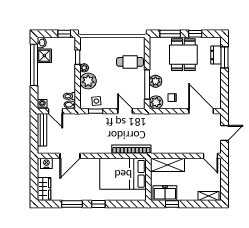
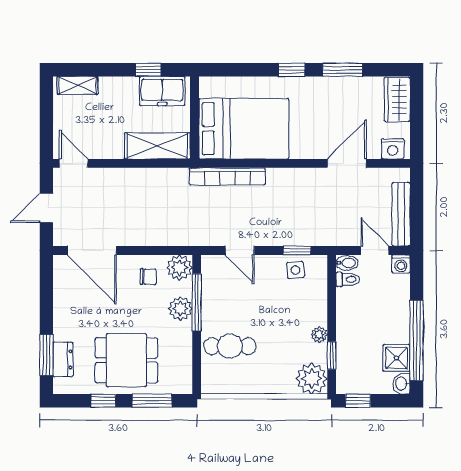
dining table: (183, 55) -> (126, 360), turned 90
plant: (88, 81) -> (312, 378), moved

